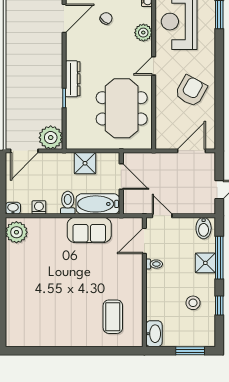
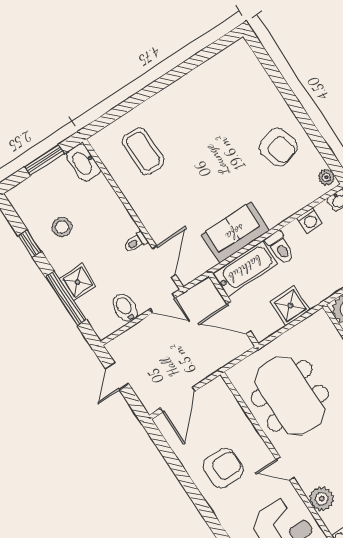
door: (154, 66) -> (285, 468), swing flipped
armchair: (191, 91) -> (223, 468), turned -119
bidet: (204, 228) -> (125, 308), moved
plant: (16, 232) -> (326, 177), width x0.53, depth x0.53
armchair: (29, 265) -> (278, 147), added
window: (190, 351) -> (44, 160), moved

